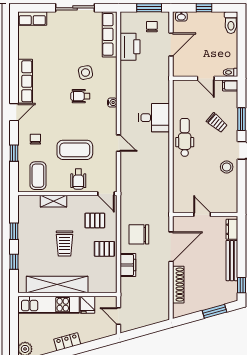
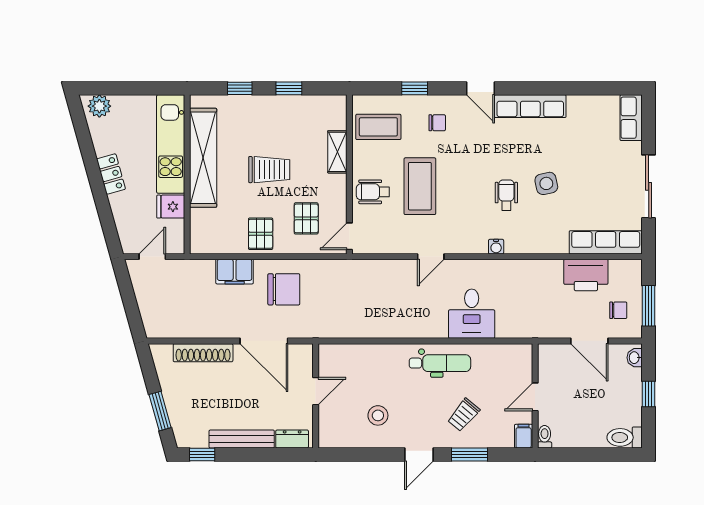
side table: (85, 73) -> (546, 183), moved
stool: (227, 167) -> (378, 415), moved
chair: (139, 234) -> (284, 289), turned 90
trolley: (64, 244) -> (269, 170), turned 180

